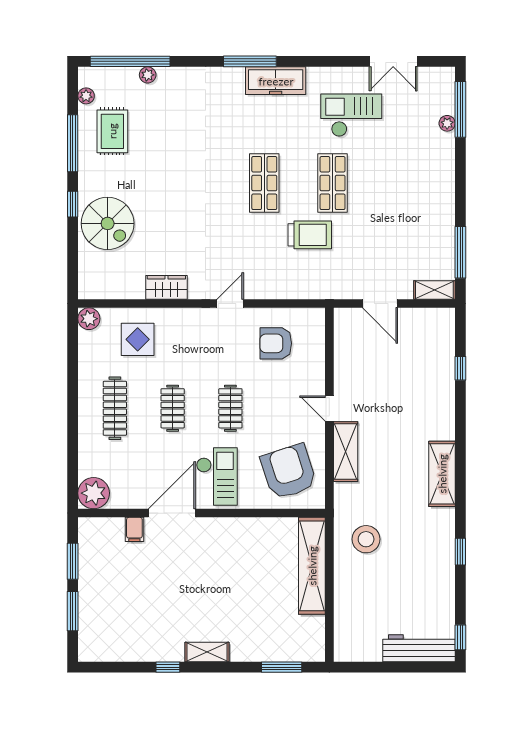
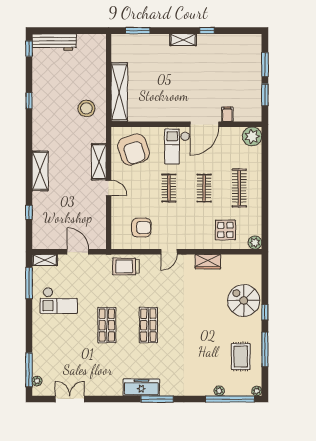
plant: (86, 96) -> (257, 391), moved
checkout: (351, 115) -> (59, 300), moved
plant: (447, 123) -> (37, 381), moved
trolley: (310, 235) -> (126, 266), moved
shelving: (442, 474) -> (40, 171), moved

